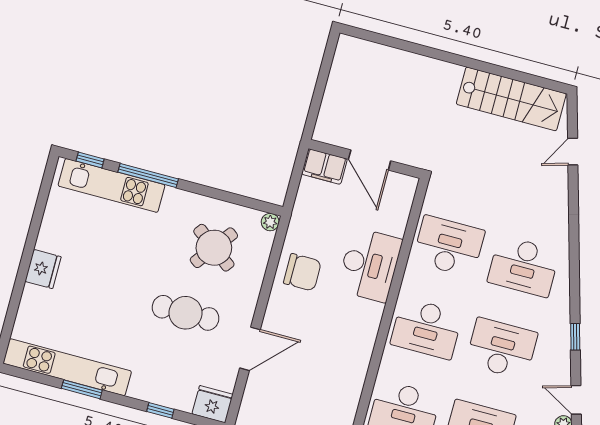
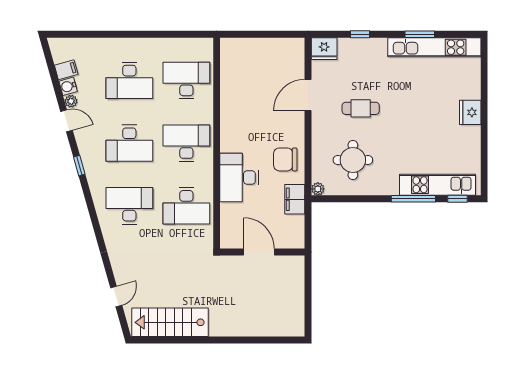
filing cabinet: (324, 166) -> (295, 199), moved, turned -90
round table: (214, 248) -> (353, 160), turned -37
cafe table: (186, 313) -> (361, 108), width x0.73, depth x0.74

